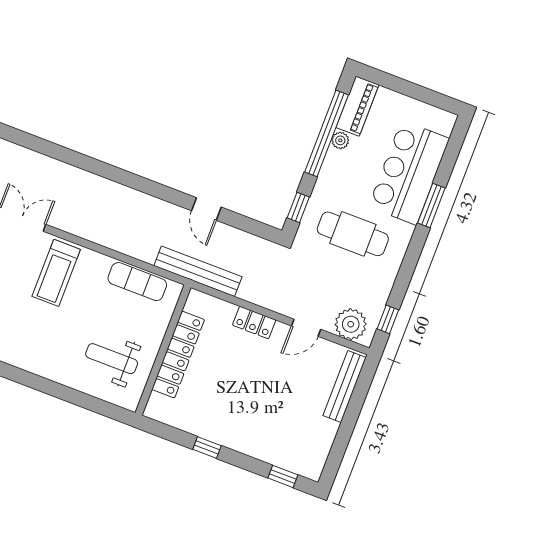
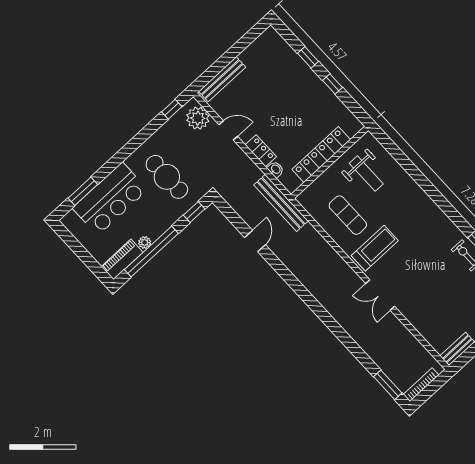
window: (431, 206) -> (83, 191), moved
exercise mat: (137, 282) -> (348, 215), moved
washbasin: (225, 309) -> (276, 169), added
window: (283, 476) -> (308, 57), moved

